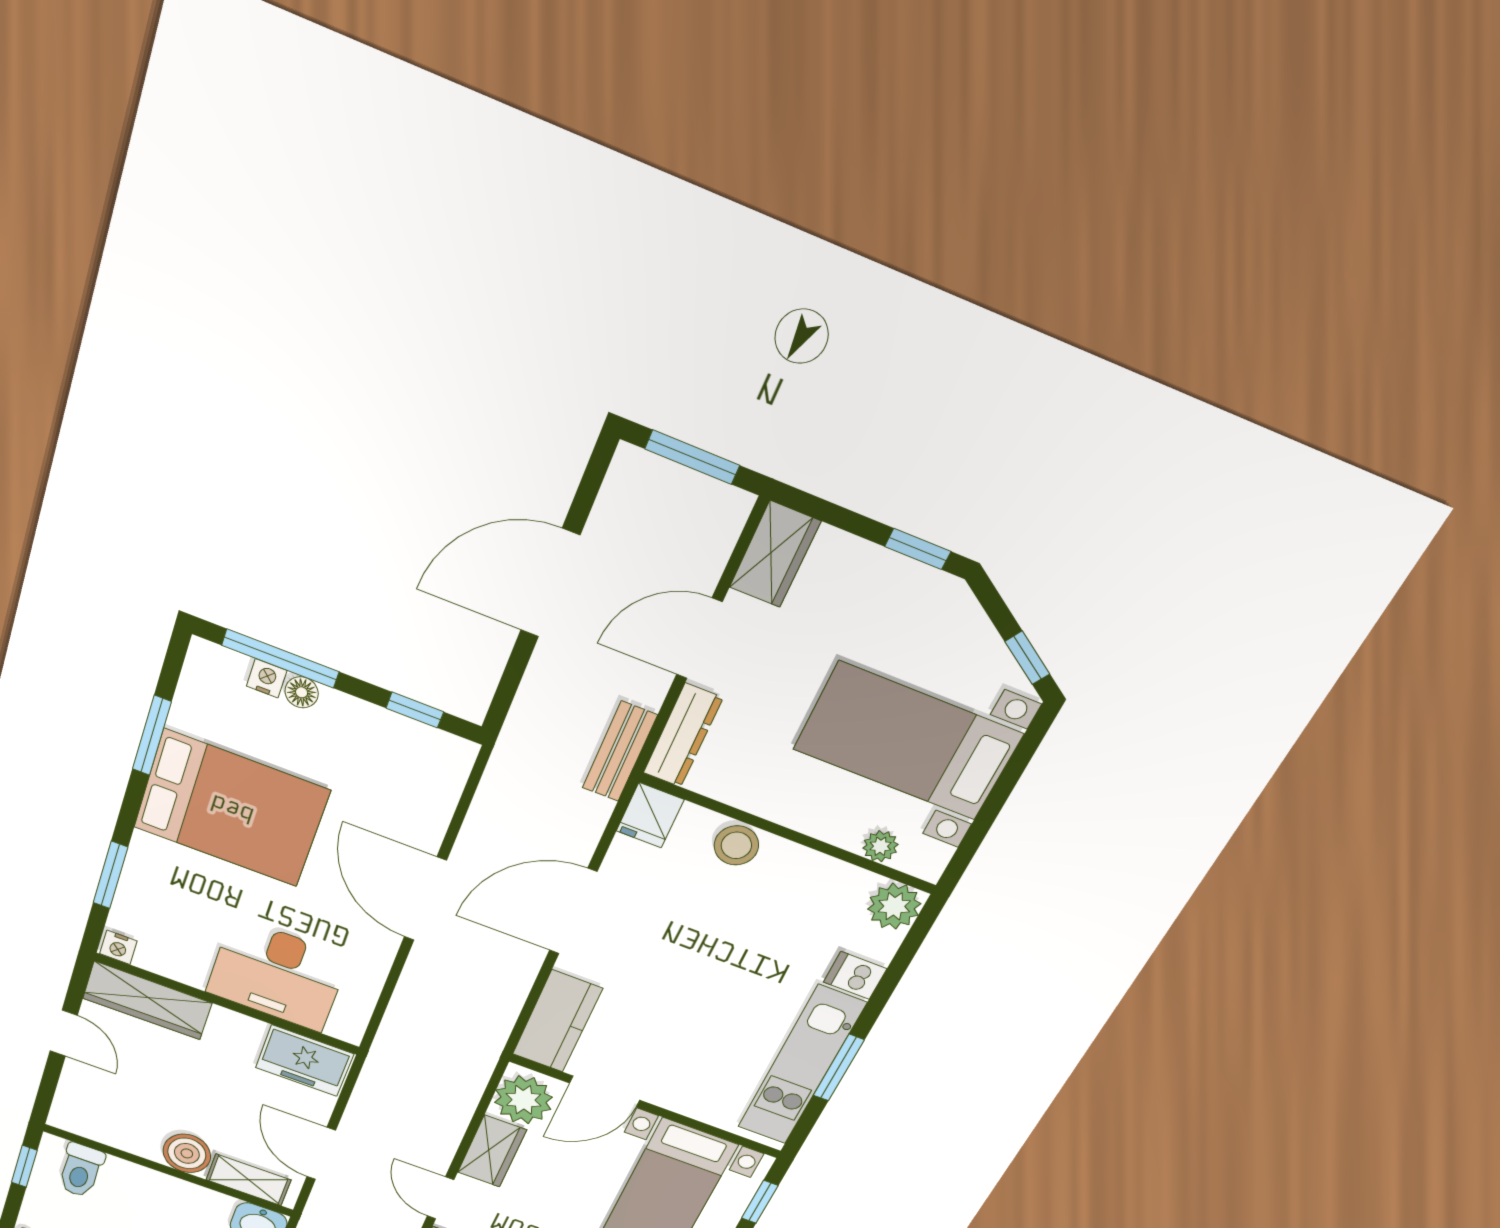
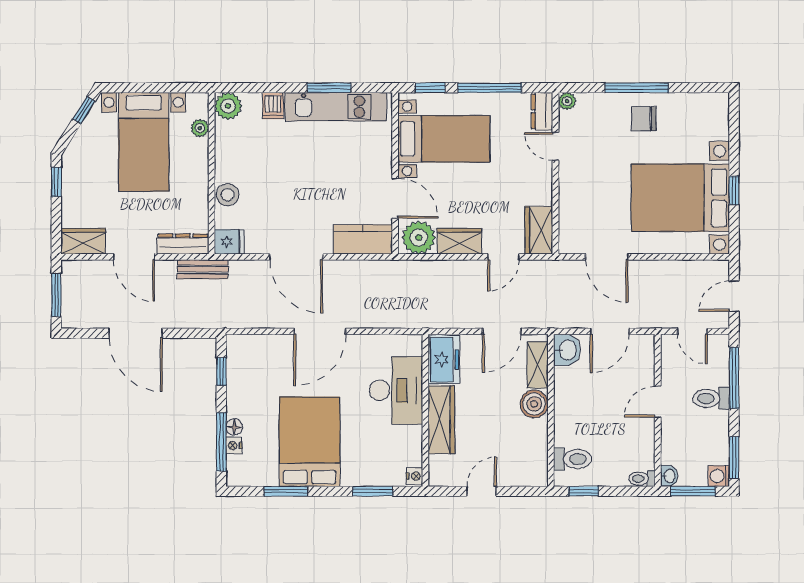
wardrobe: (147, 1001) -> (441, 420), moved

